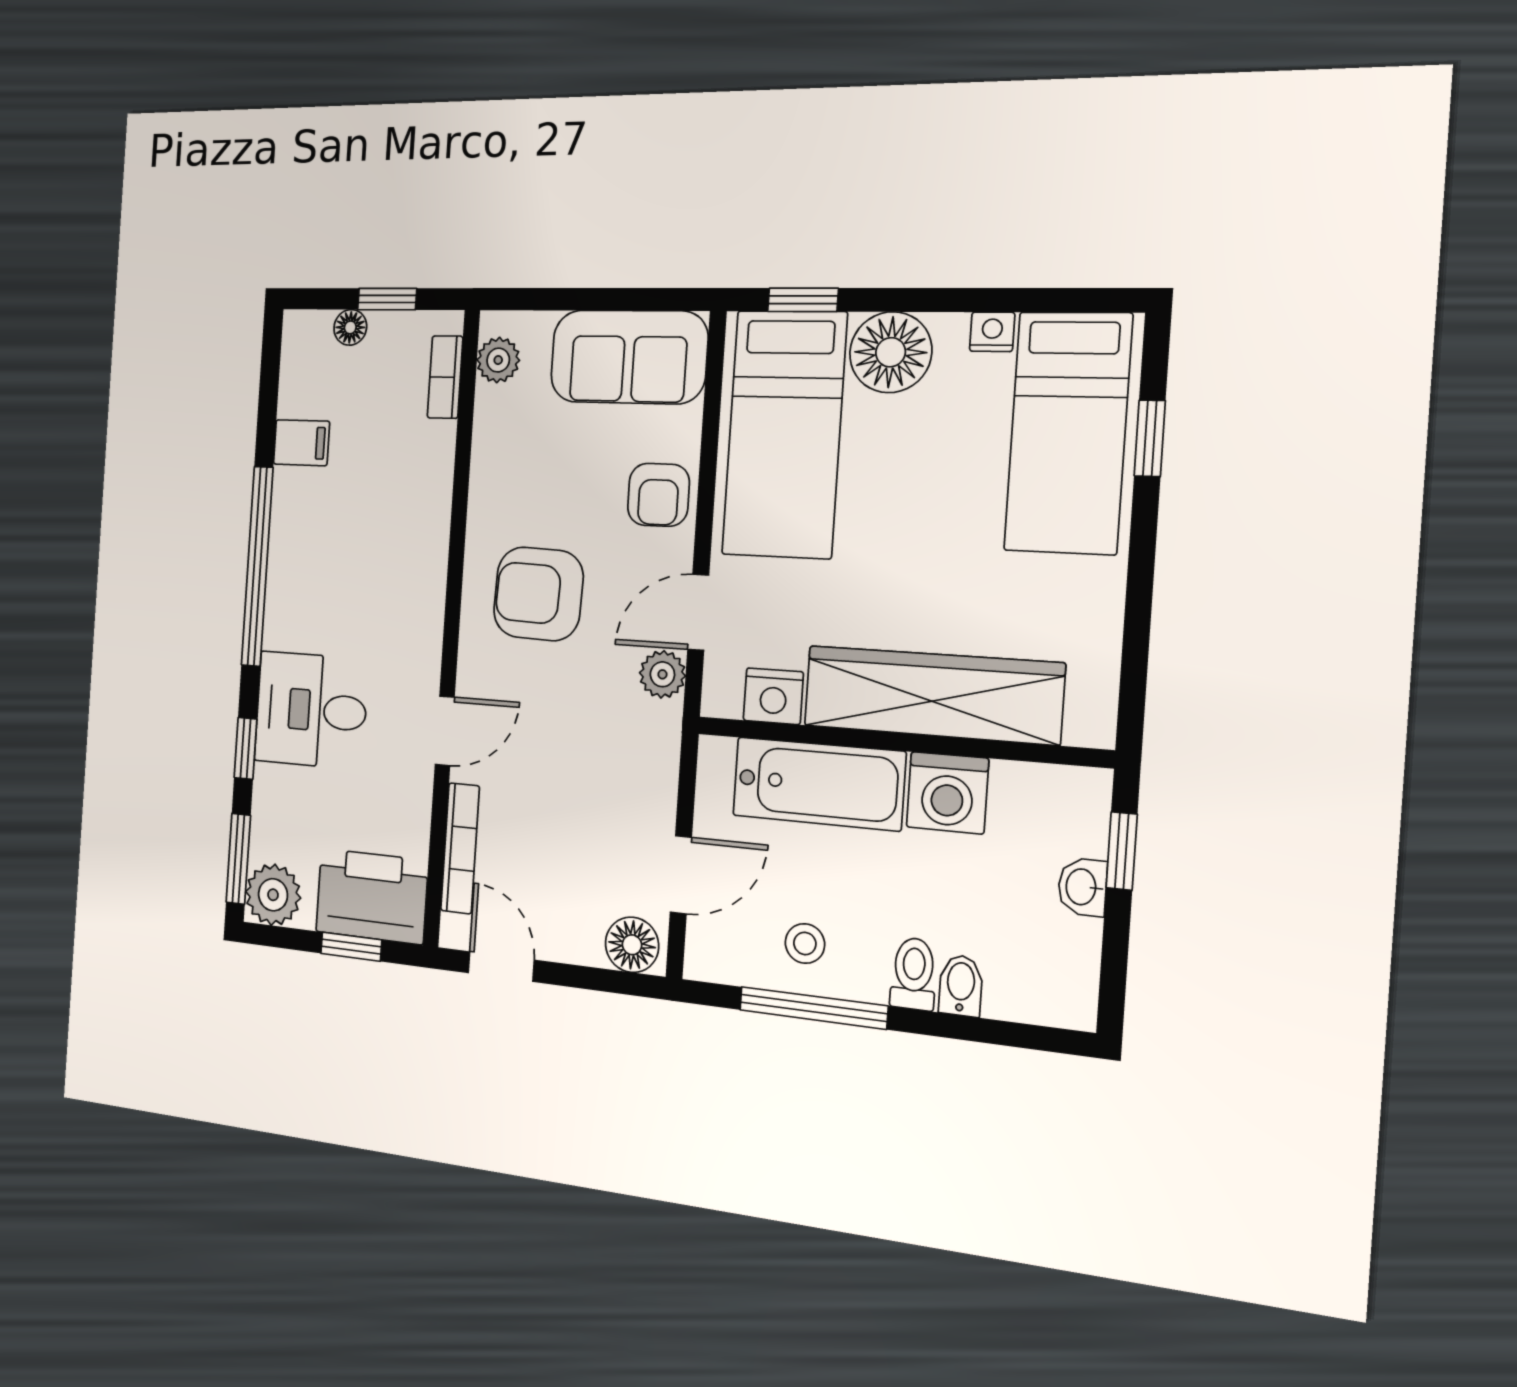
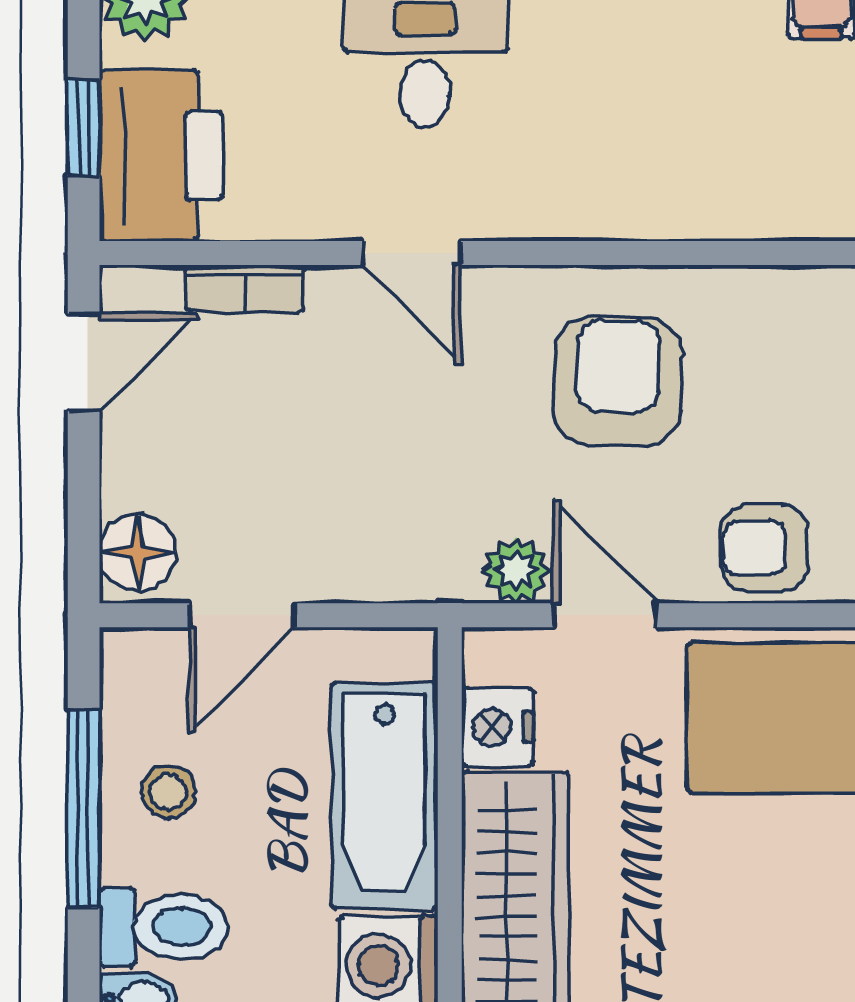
bookcase: (460, 848) -> (245, 288), width x0.64
door: (681, 875) -> (242, 615), hinge flipped
toilet: (914, 974) -> (164, 927), width x1.37, depth x1.39

